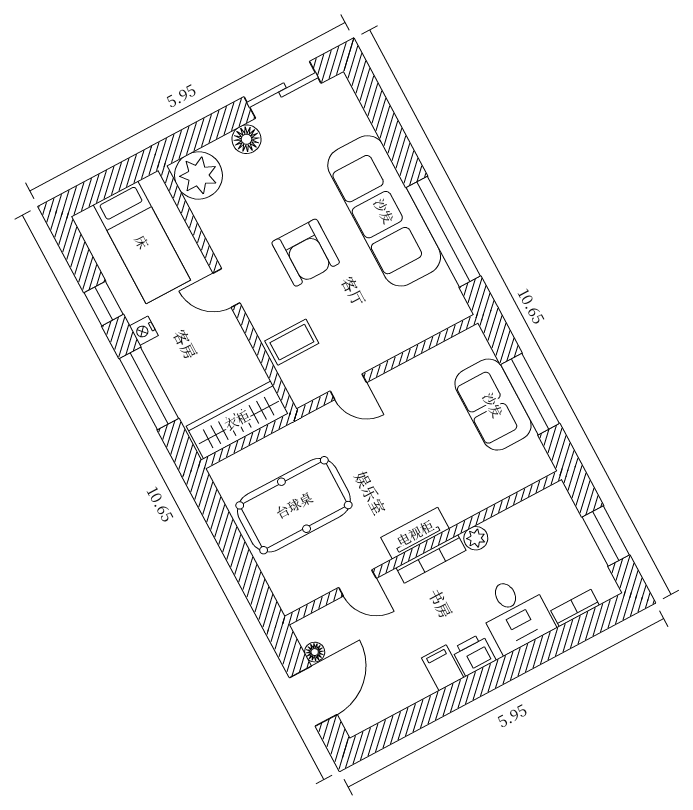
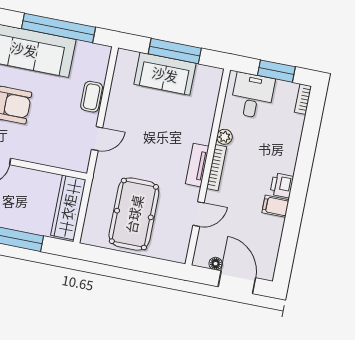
coffee table: (292, 342) -> (92, 97), moved
bookcase: (575, 608) -> (303, 99), moved
desk: (515, 613) -> (252, 96), moved, turned -90

